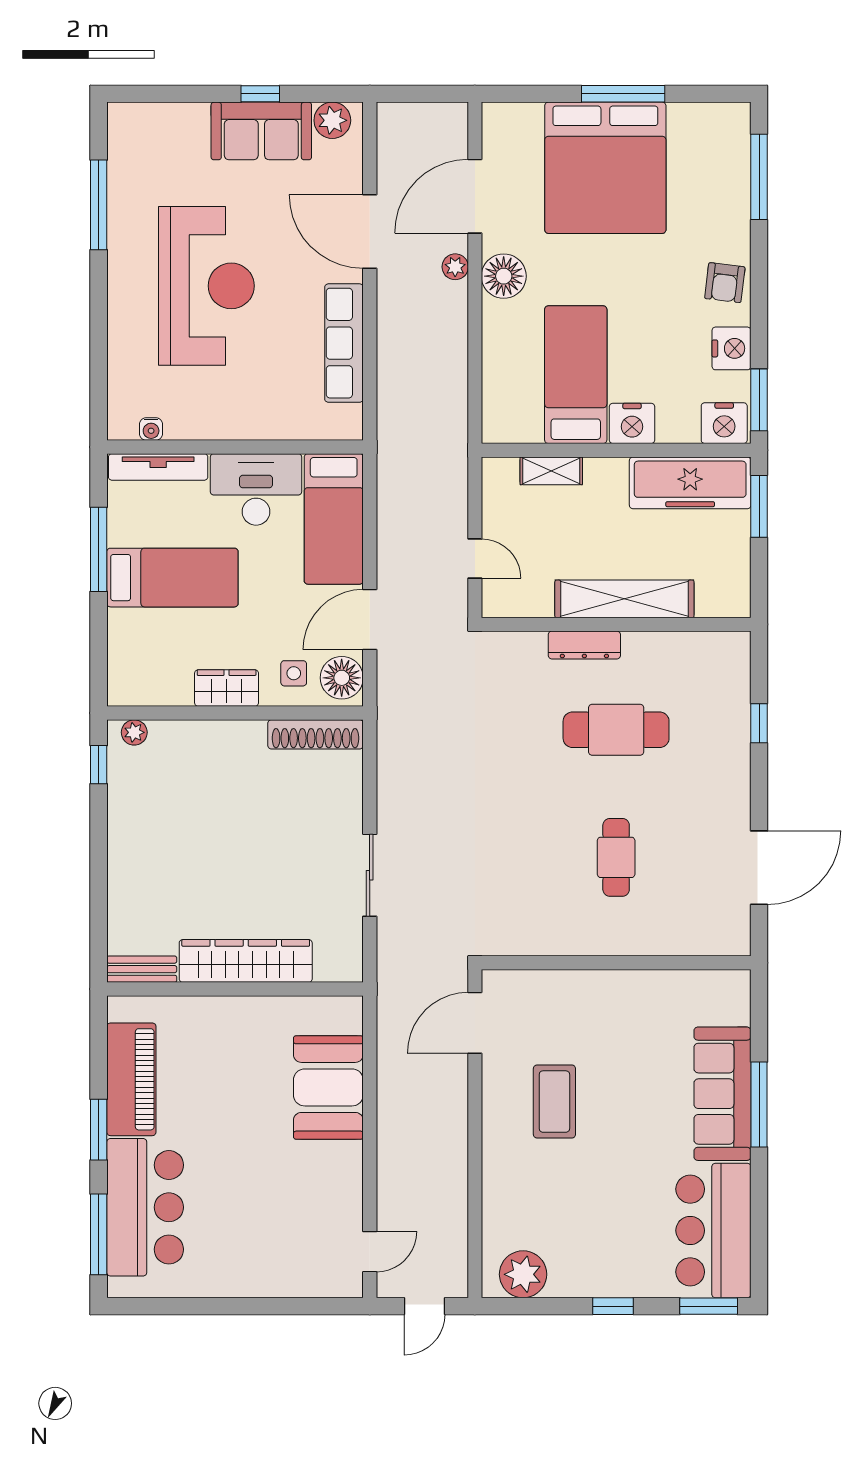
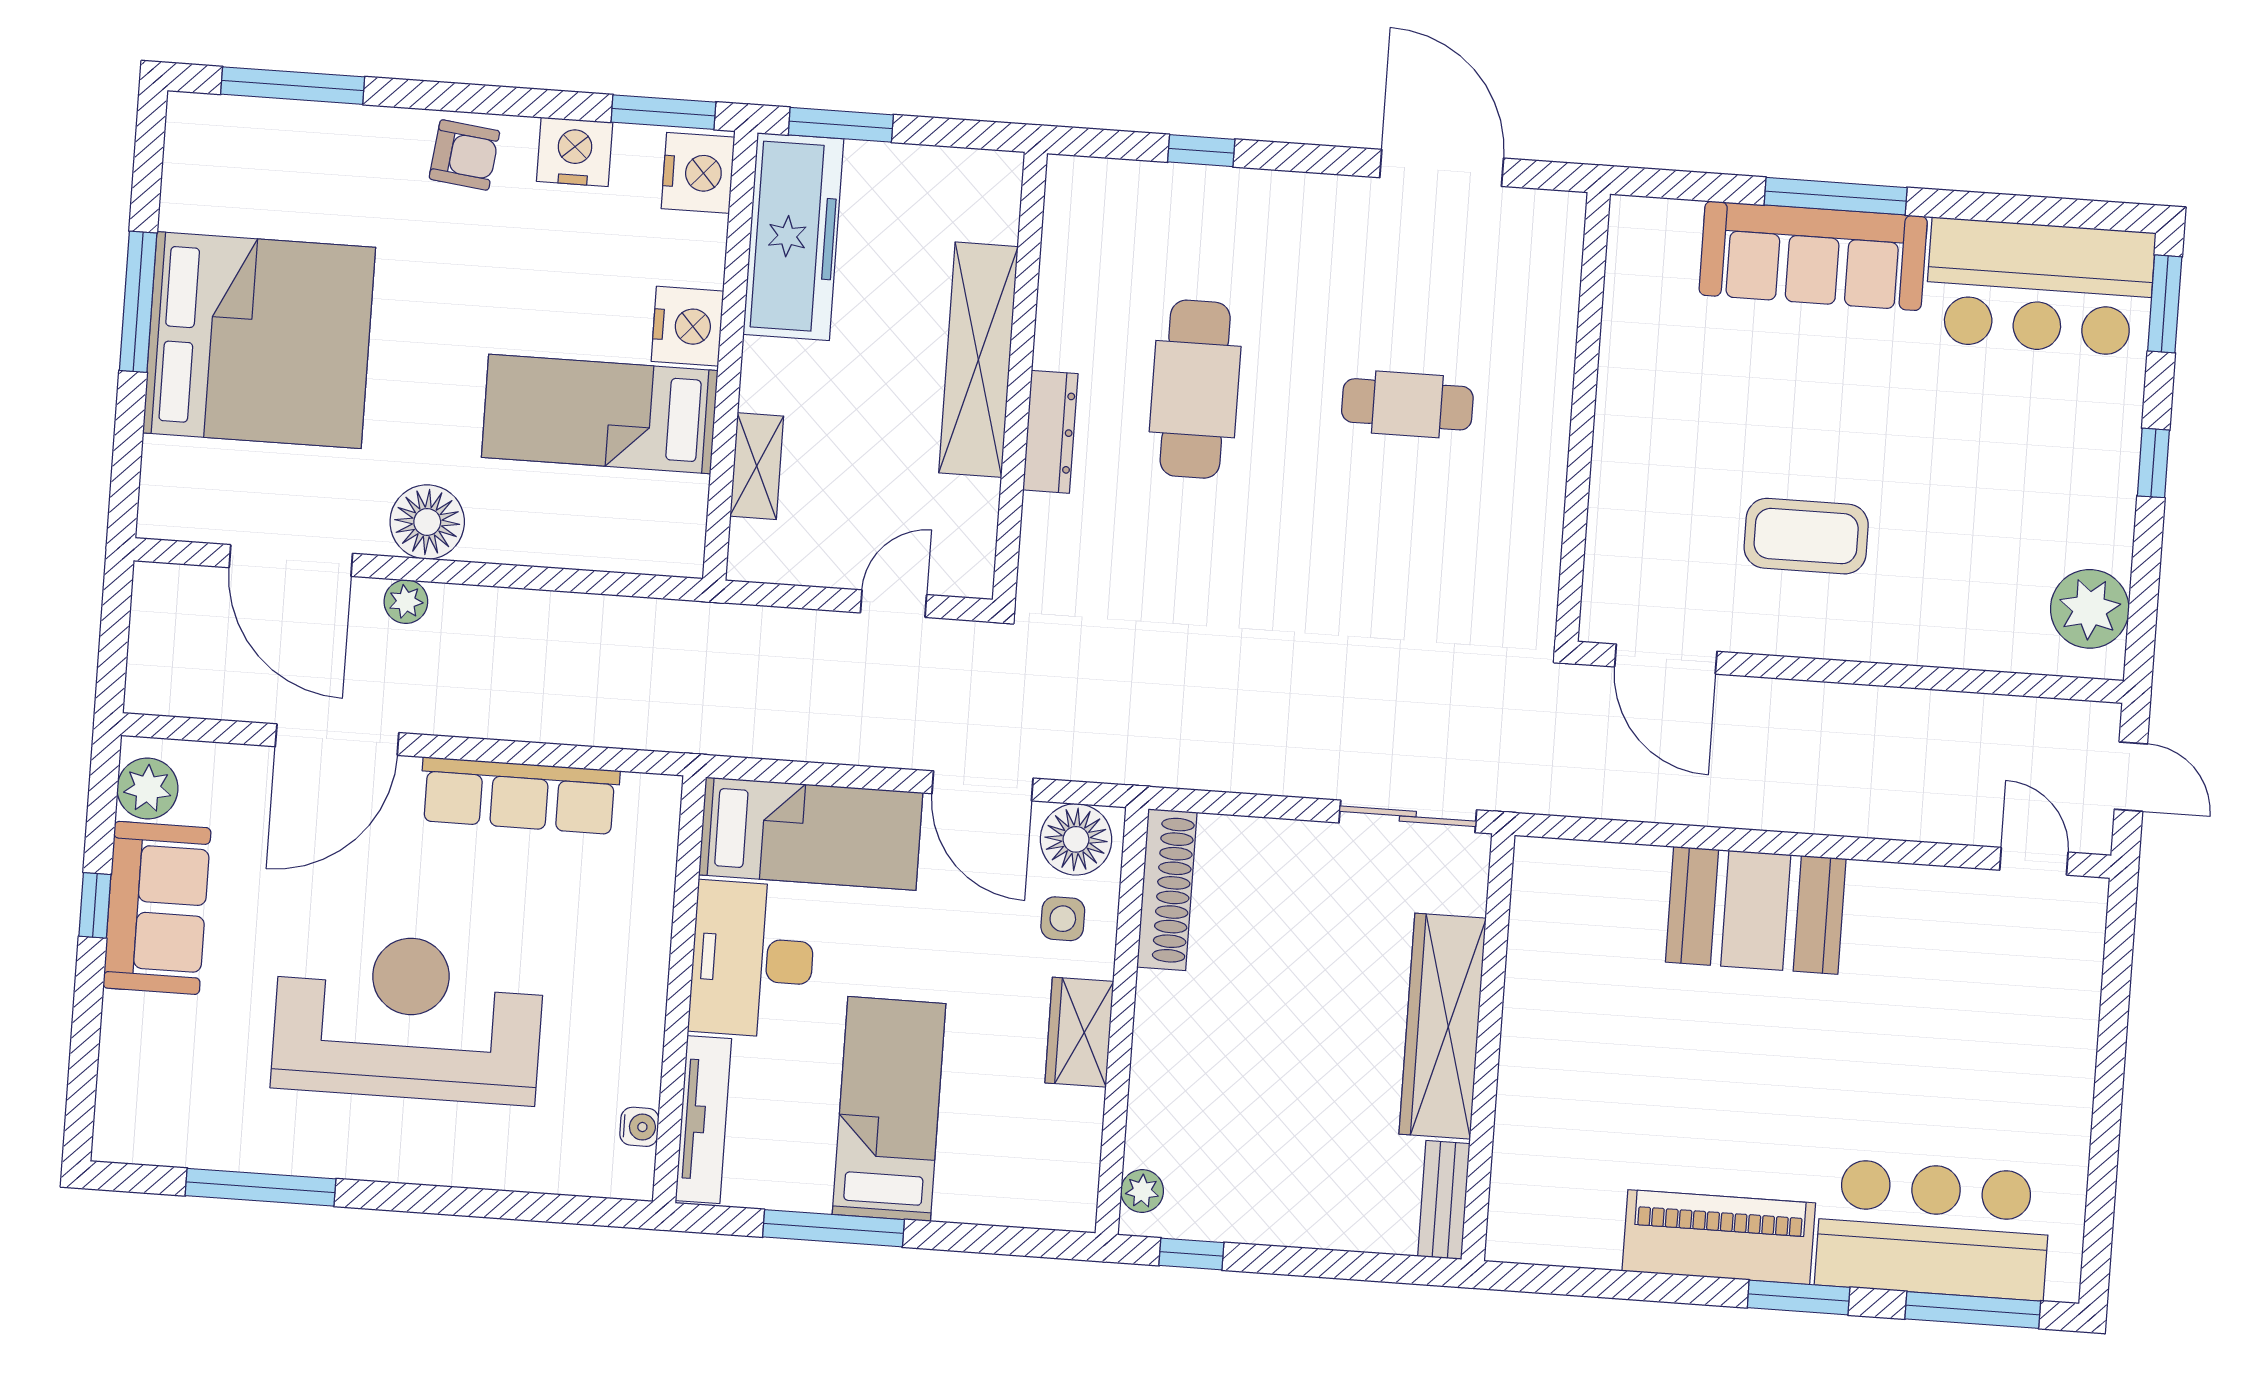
wardrobe: (246, 961) -> (1443, 1026), moved
bench: (142, 969) -> (1444, 1200), moved
wall: (235, 989) -> (1488, 1047), moved

